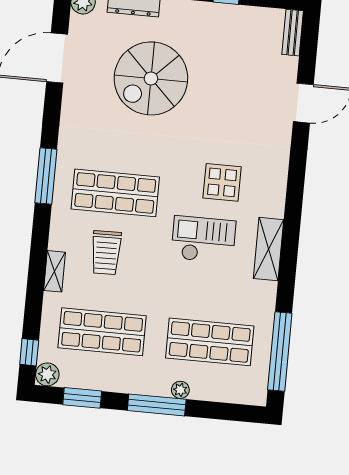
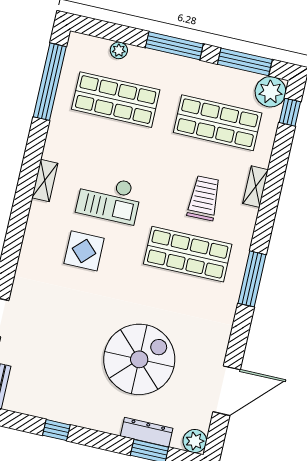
shelving: (269, 249) -> (45, 181), width x0.67, depth x0.75
plant: (47, 374) -> (270, 92), width x1.36, depth x1.36
plant: (180, 390) -> (119, 50), moved
window: (82, 398) -> (245, 62), width x1.44

